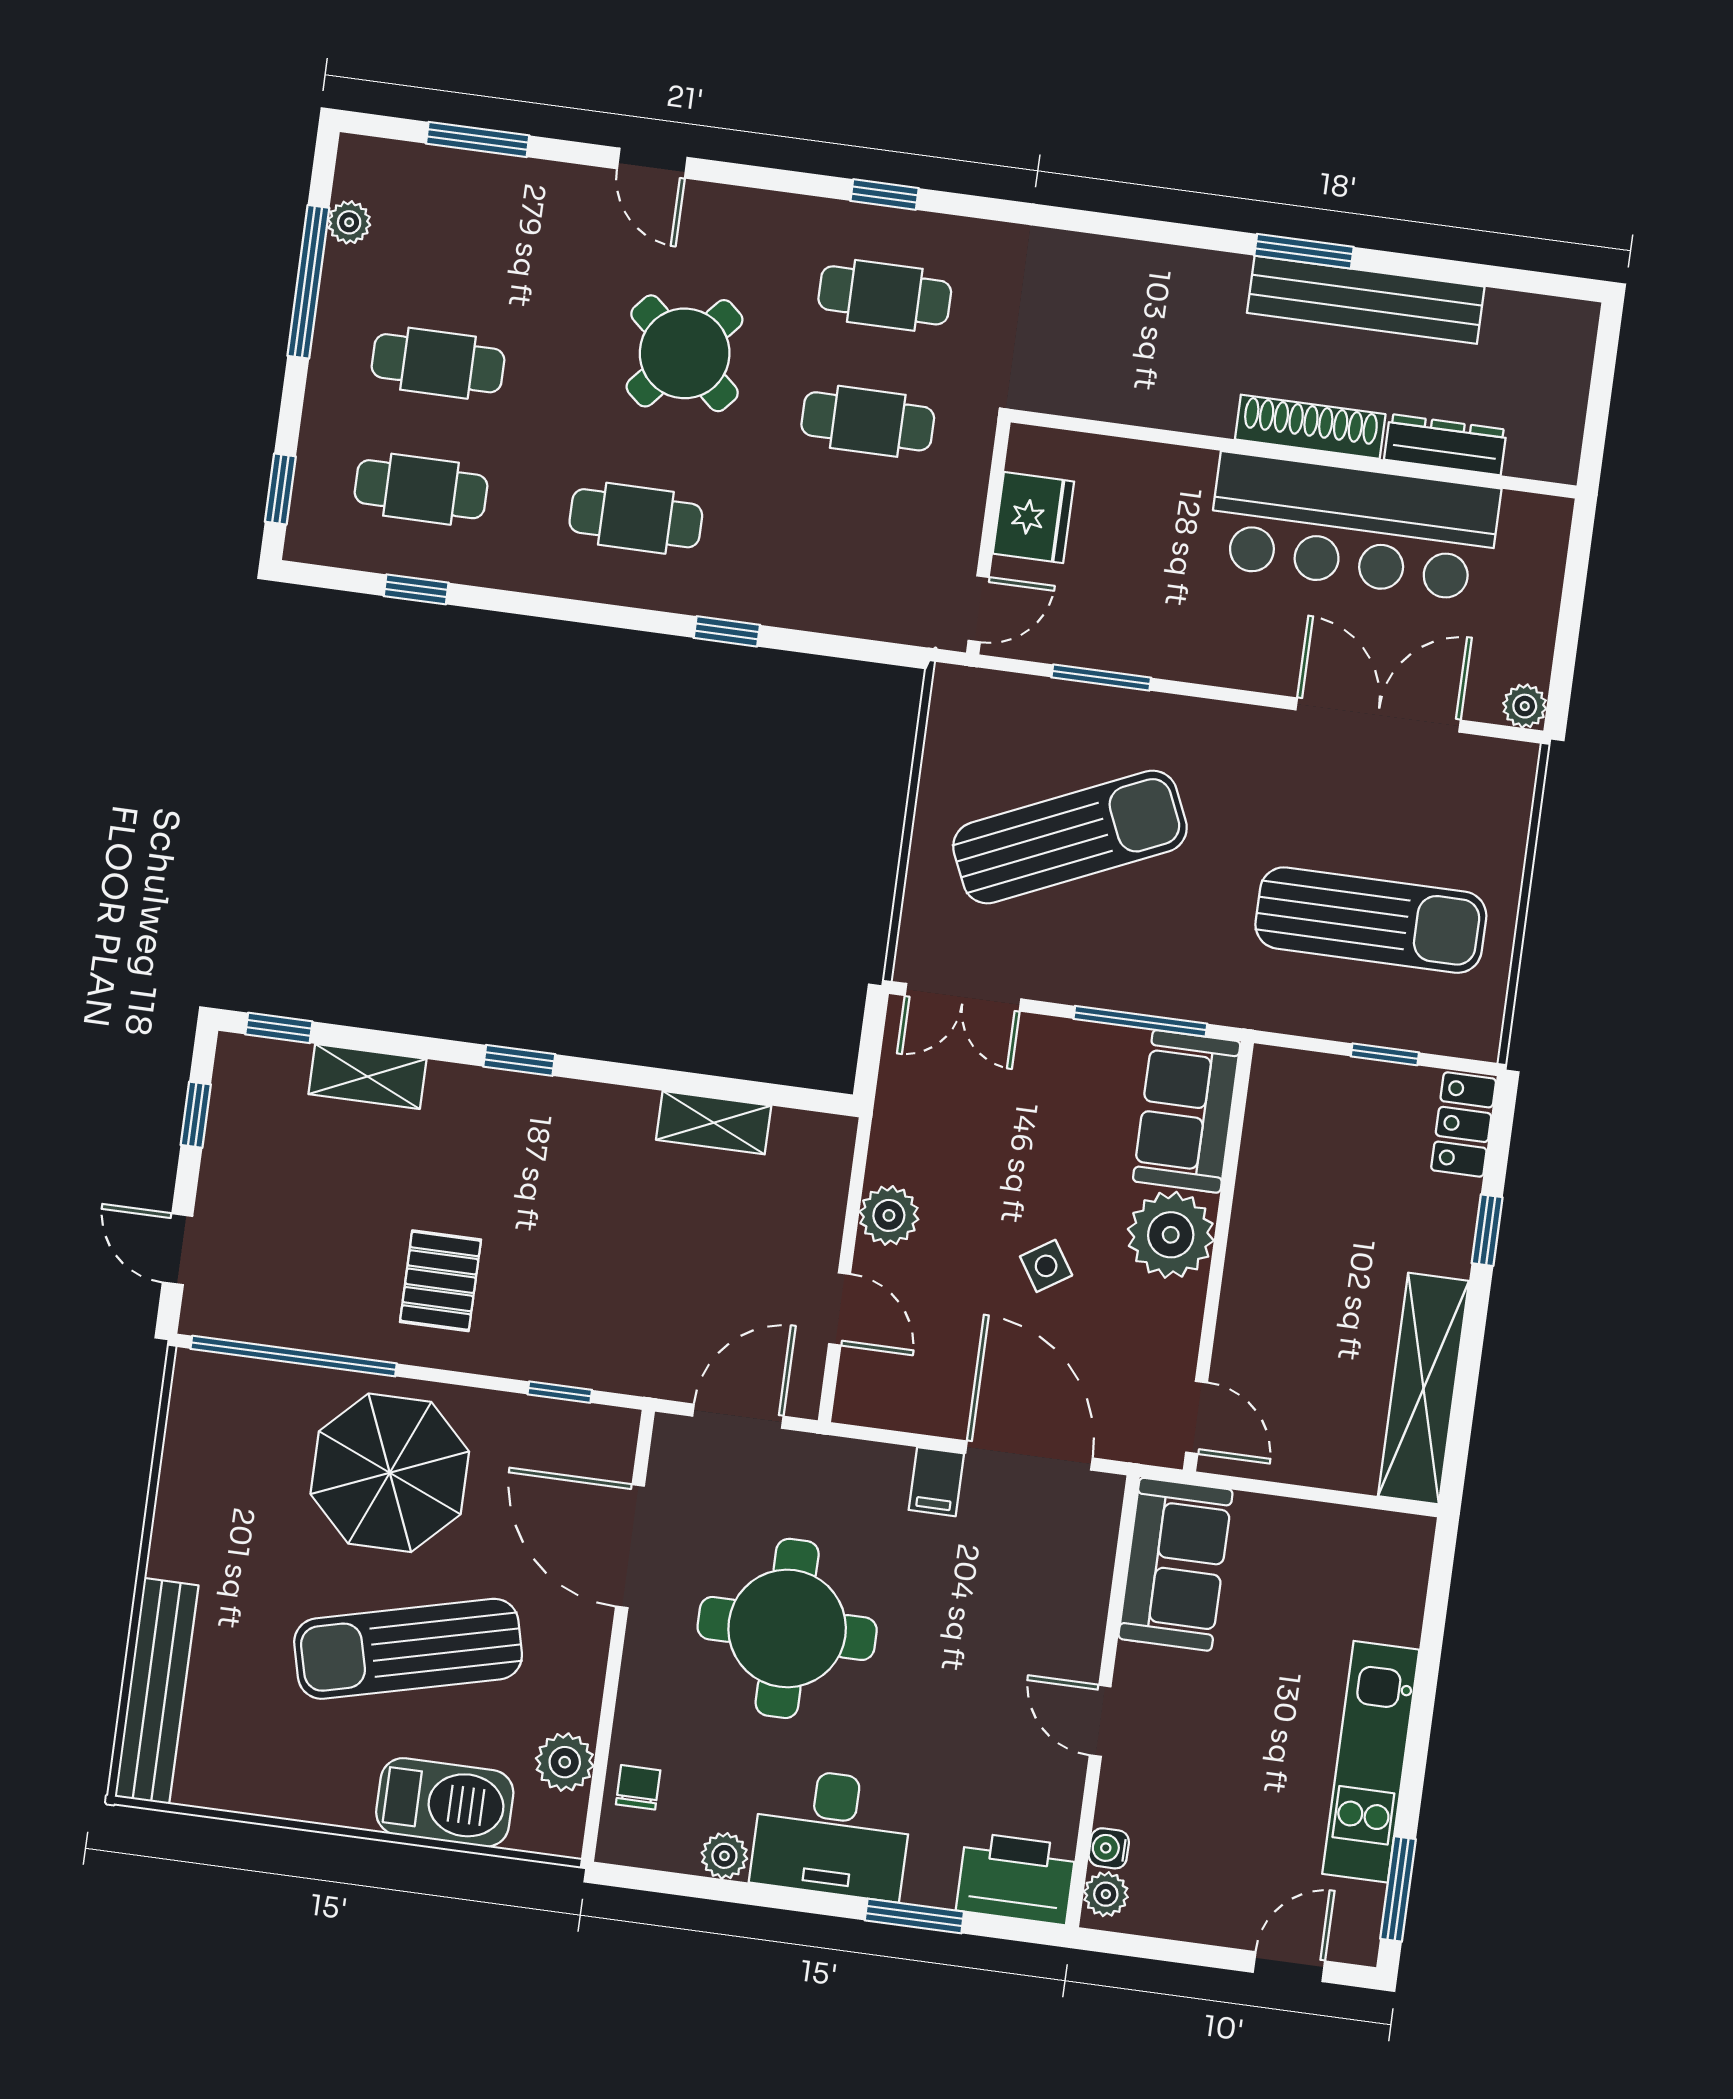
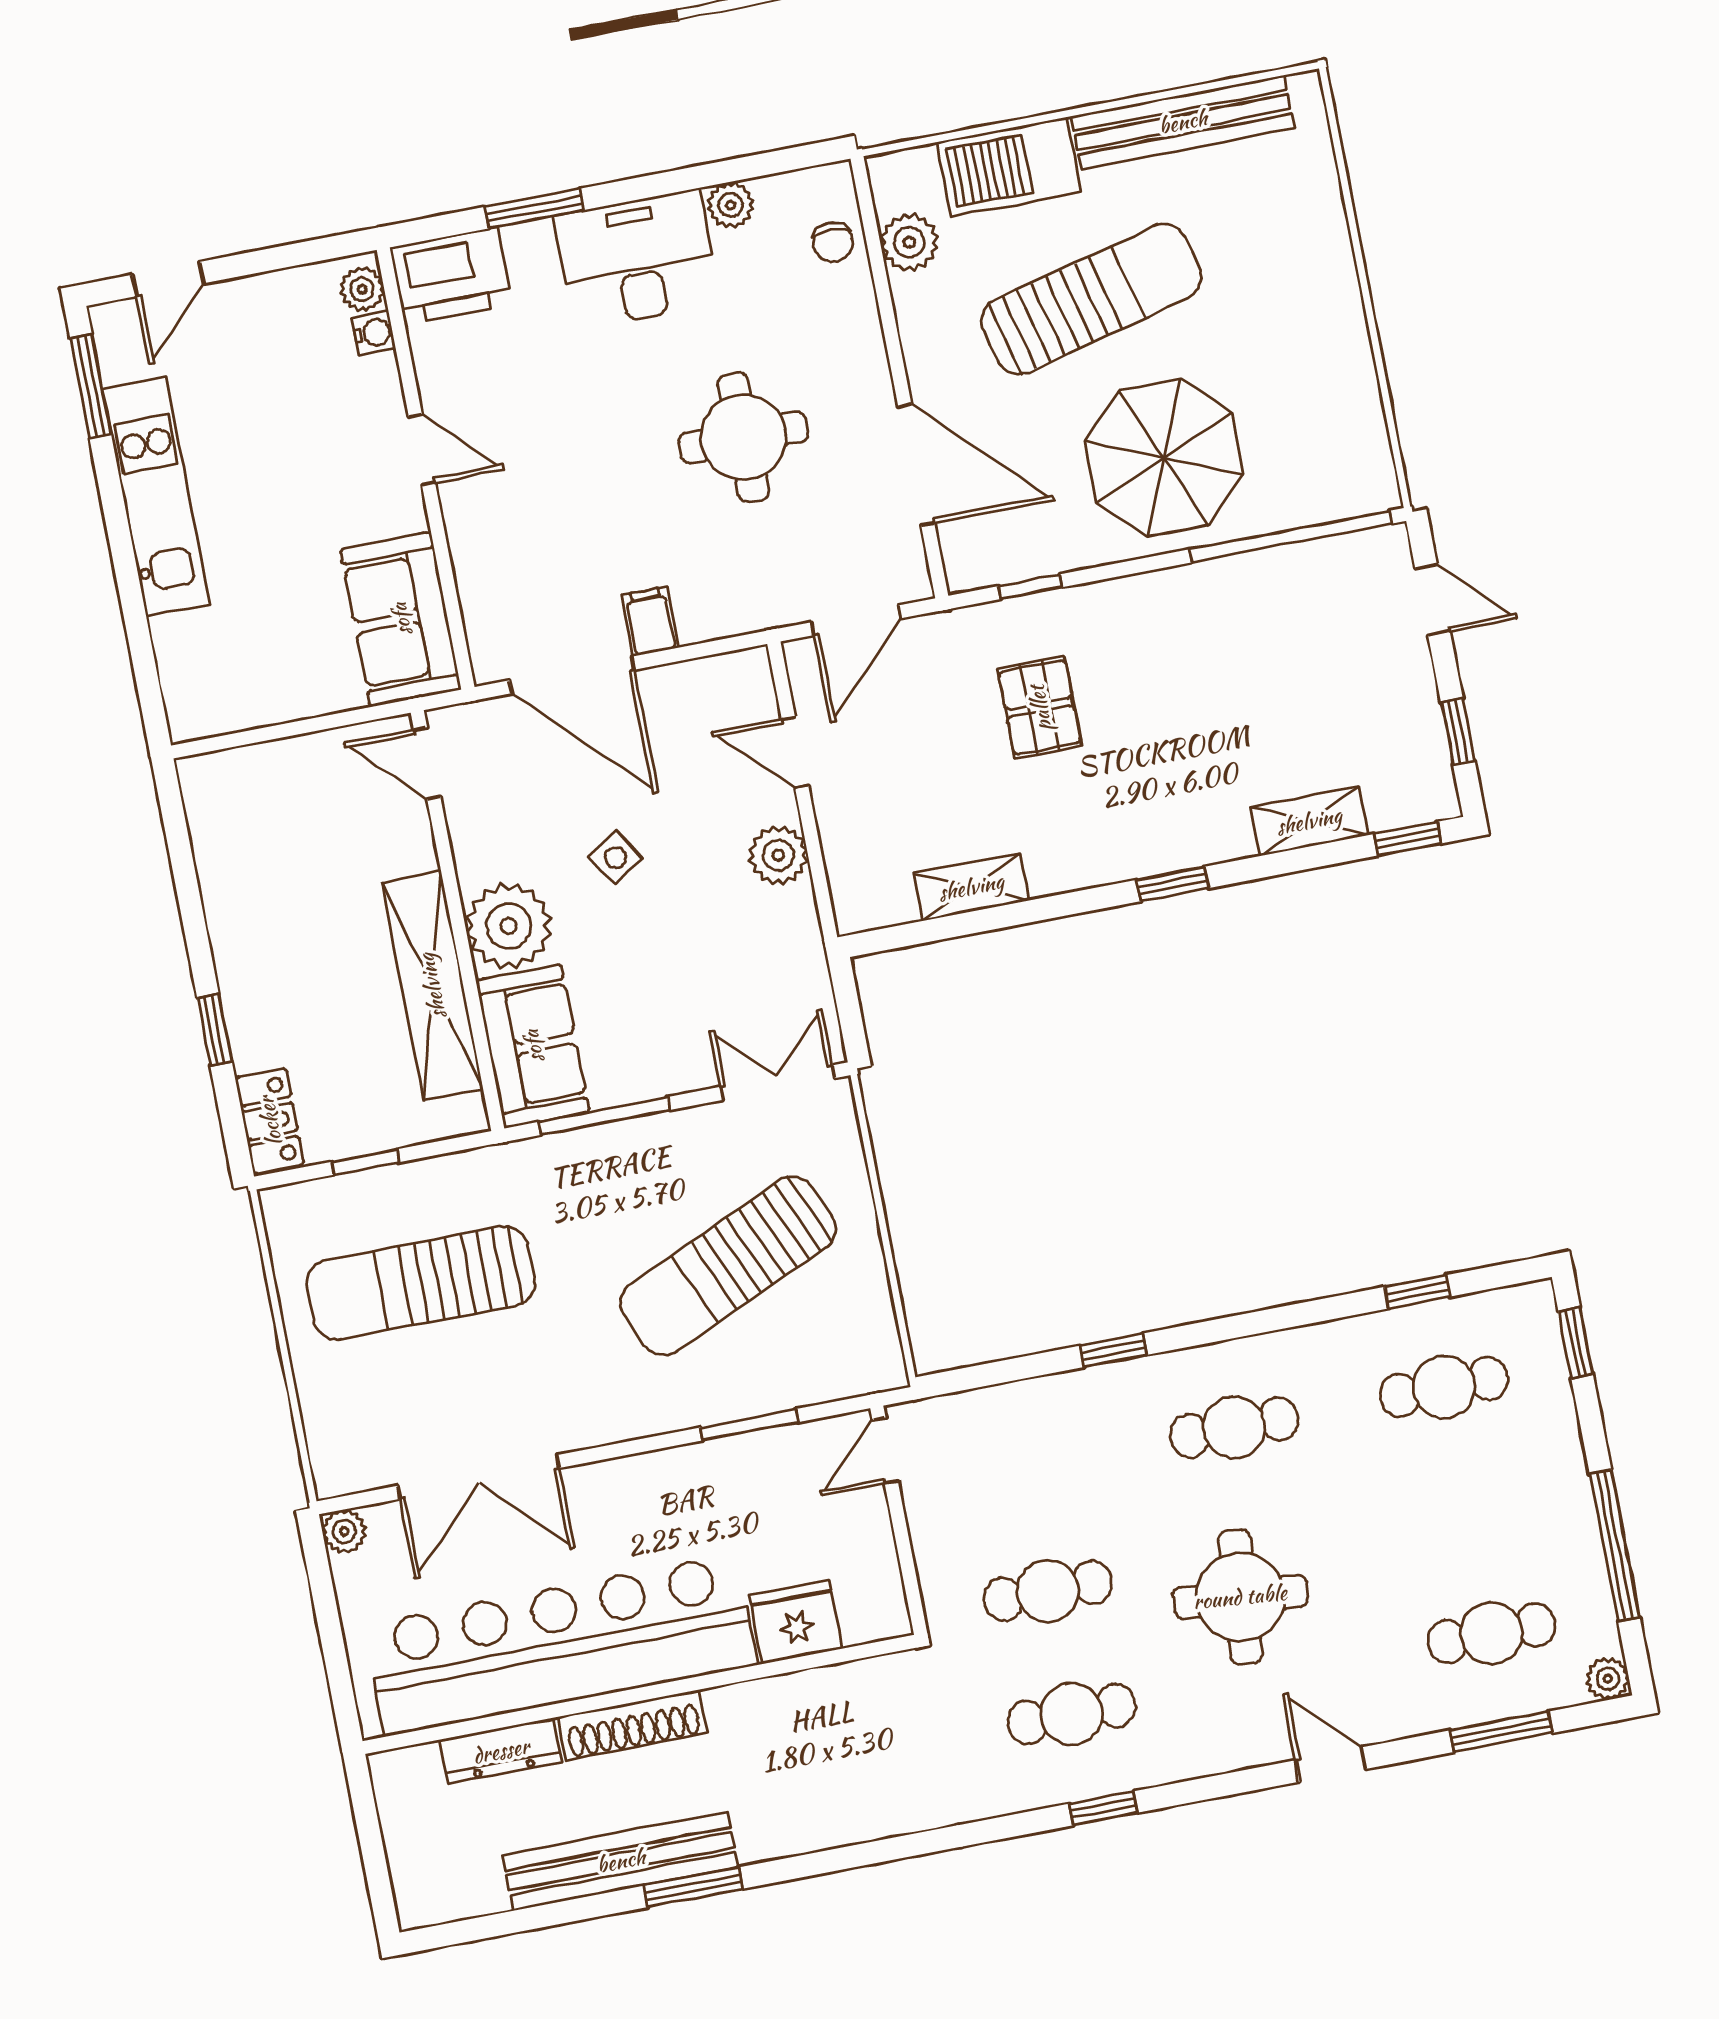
plant: (349, 222) -> (1608, 1679), moved
round table: (685, 353) -> (1240, 1597), turned -36
cafe table: (438, 363) -> (1491, 1633), moved
fridge: (1033, 518) -> (796, 1622), moved, turned 90
bar counter: (1354, 527) -> (560, 1645), width x1.36
pallet: (440, 1281) -> (1040, 708), moved
shelving: (1424, 1388) -> (432, 986), moved
round table: (787, 1628) -> (744, 437), width x0.73, depth x0.73
bench: (157, 1691) -> (1183, 122), moved, turned 90

